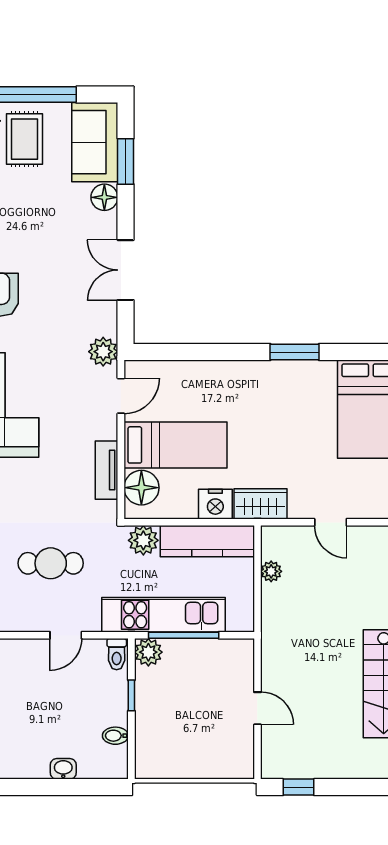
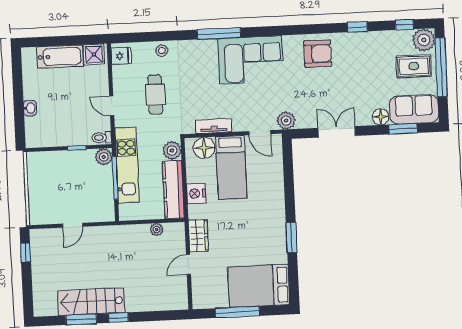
wardrobe: (260, 504) -> (198, 236), moved
bidet: (115, 736) -> (52, 139), removed

